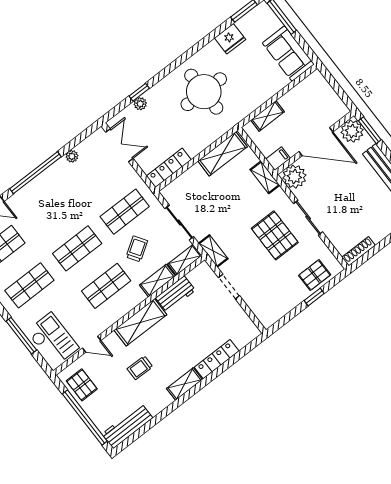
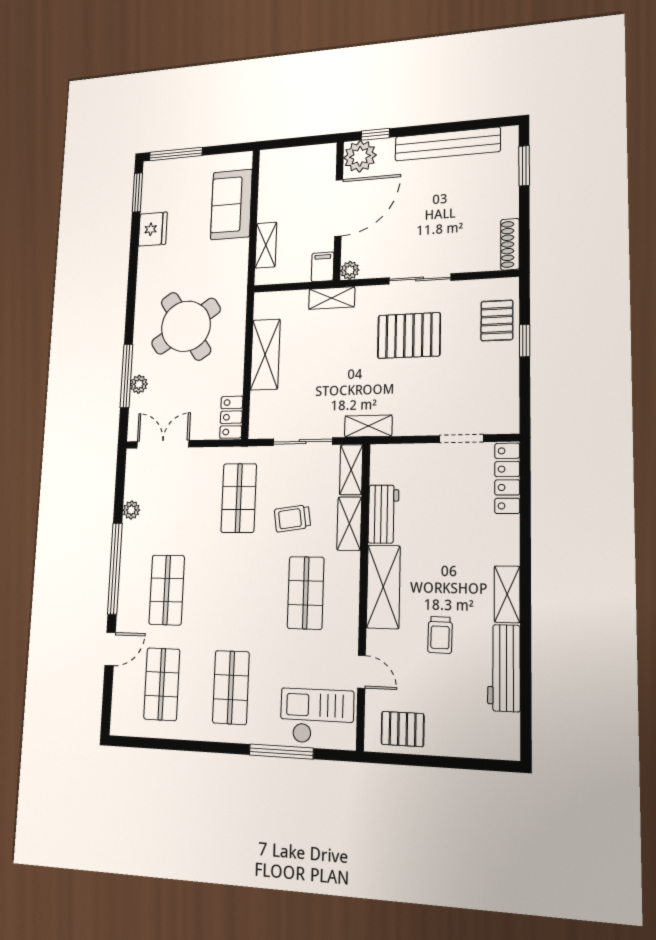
sofa: (288, 54) -> (231, 204), moved, turned 90
window: (139, 92) -> (126, 376), width x2.17
round table: (204, 92) -> (186, 326), moved, turned -34
window: (370, 130) -> (375, 134), width x0.67
shelving: (223, 154) -> (265, 355), moved
locker: (169, 168) -> (231, 417), width x0.66
plant: (294, 177) -> (350, 270), width x0.53, depth x0.53
shop shelf: (77, 248) -> (167, 590), moved
trolley: (137, 249) -> (292, 518), turned -65
doorway: (229, 287) -> (461, 439), moved
door: (92, 344) -> (362, 672), hinge flipped
locker: (217, 359) -> (507, 478), moved
window: (85, 417) -> (448, 762), removed
workbench: (127, 426) -> (504, 668), moved

